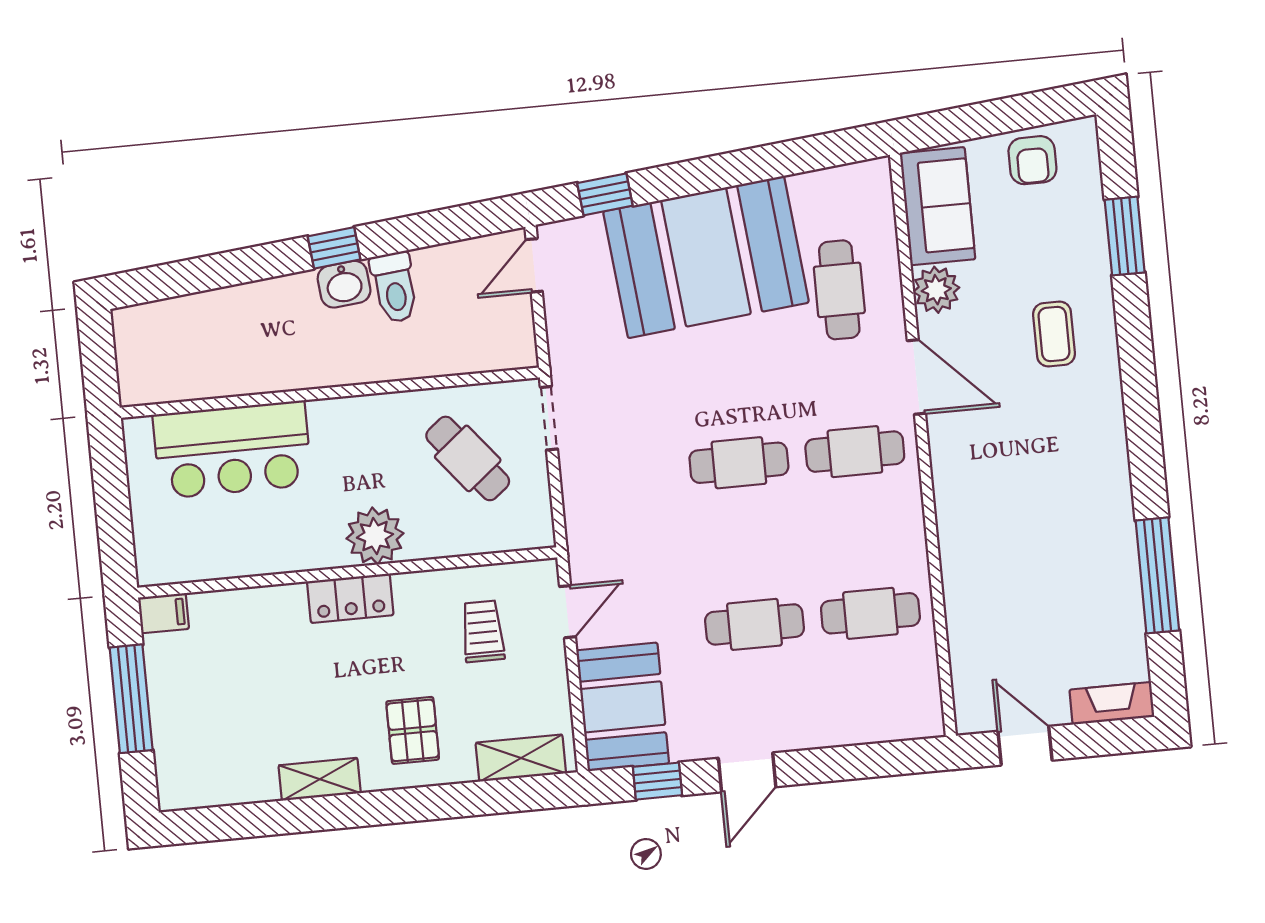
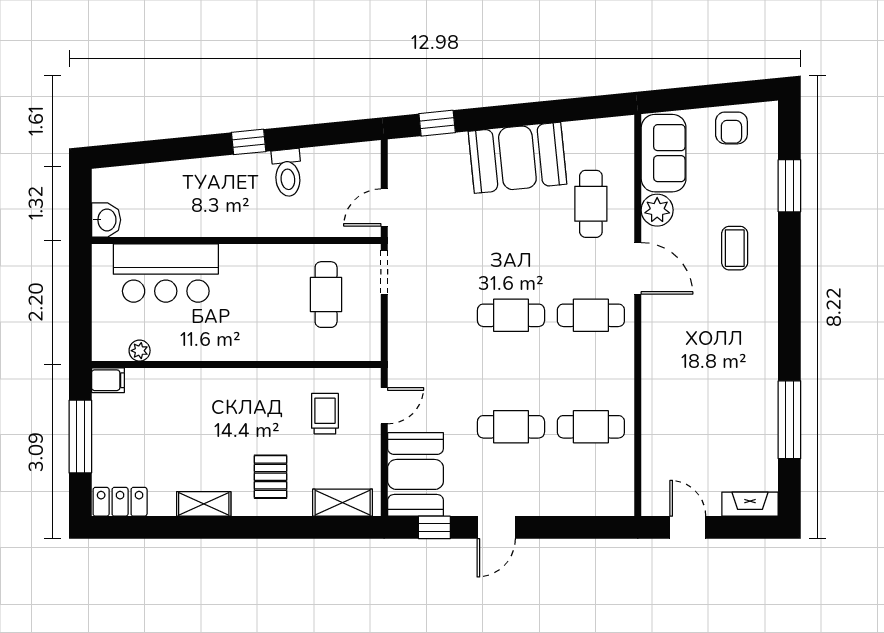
booth: (706, 257) -> (517, 158), width x0.73, depth x0.70
door: (534, 265) -> (384, 208), moved
washbasin: (344, 284) -> (106, 220), moved, turned -84
cafe table: (468, 458) -> (326, 295), turned 39
plant: (375, 536) -> (140, 351), moved, width x0.53, depth x0.53
locker: (350, 598) -> (120, 502), moved, turned 180

